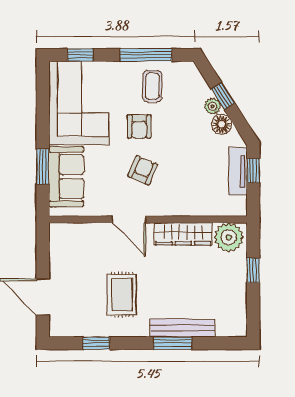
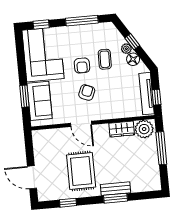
coffee table: (152, 86) -> (105, 59), moved
tv unit: (238, 171) -> (147, 94), width x1.41
window: (253, 171) -> (156, 97), moved
wardrobe: (183, 234) -> (122, 129), width x0.67
window: (253, 270) -> (161, 148), width x2.17
rug: (122, 295) -> (81, 171), width x1.36, depth x1.43
bench: (183, 328) -> (115, 189), width x0.73

